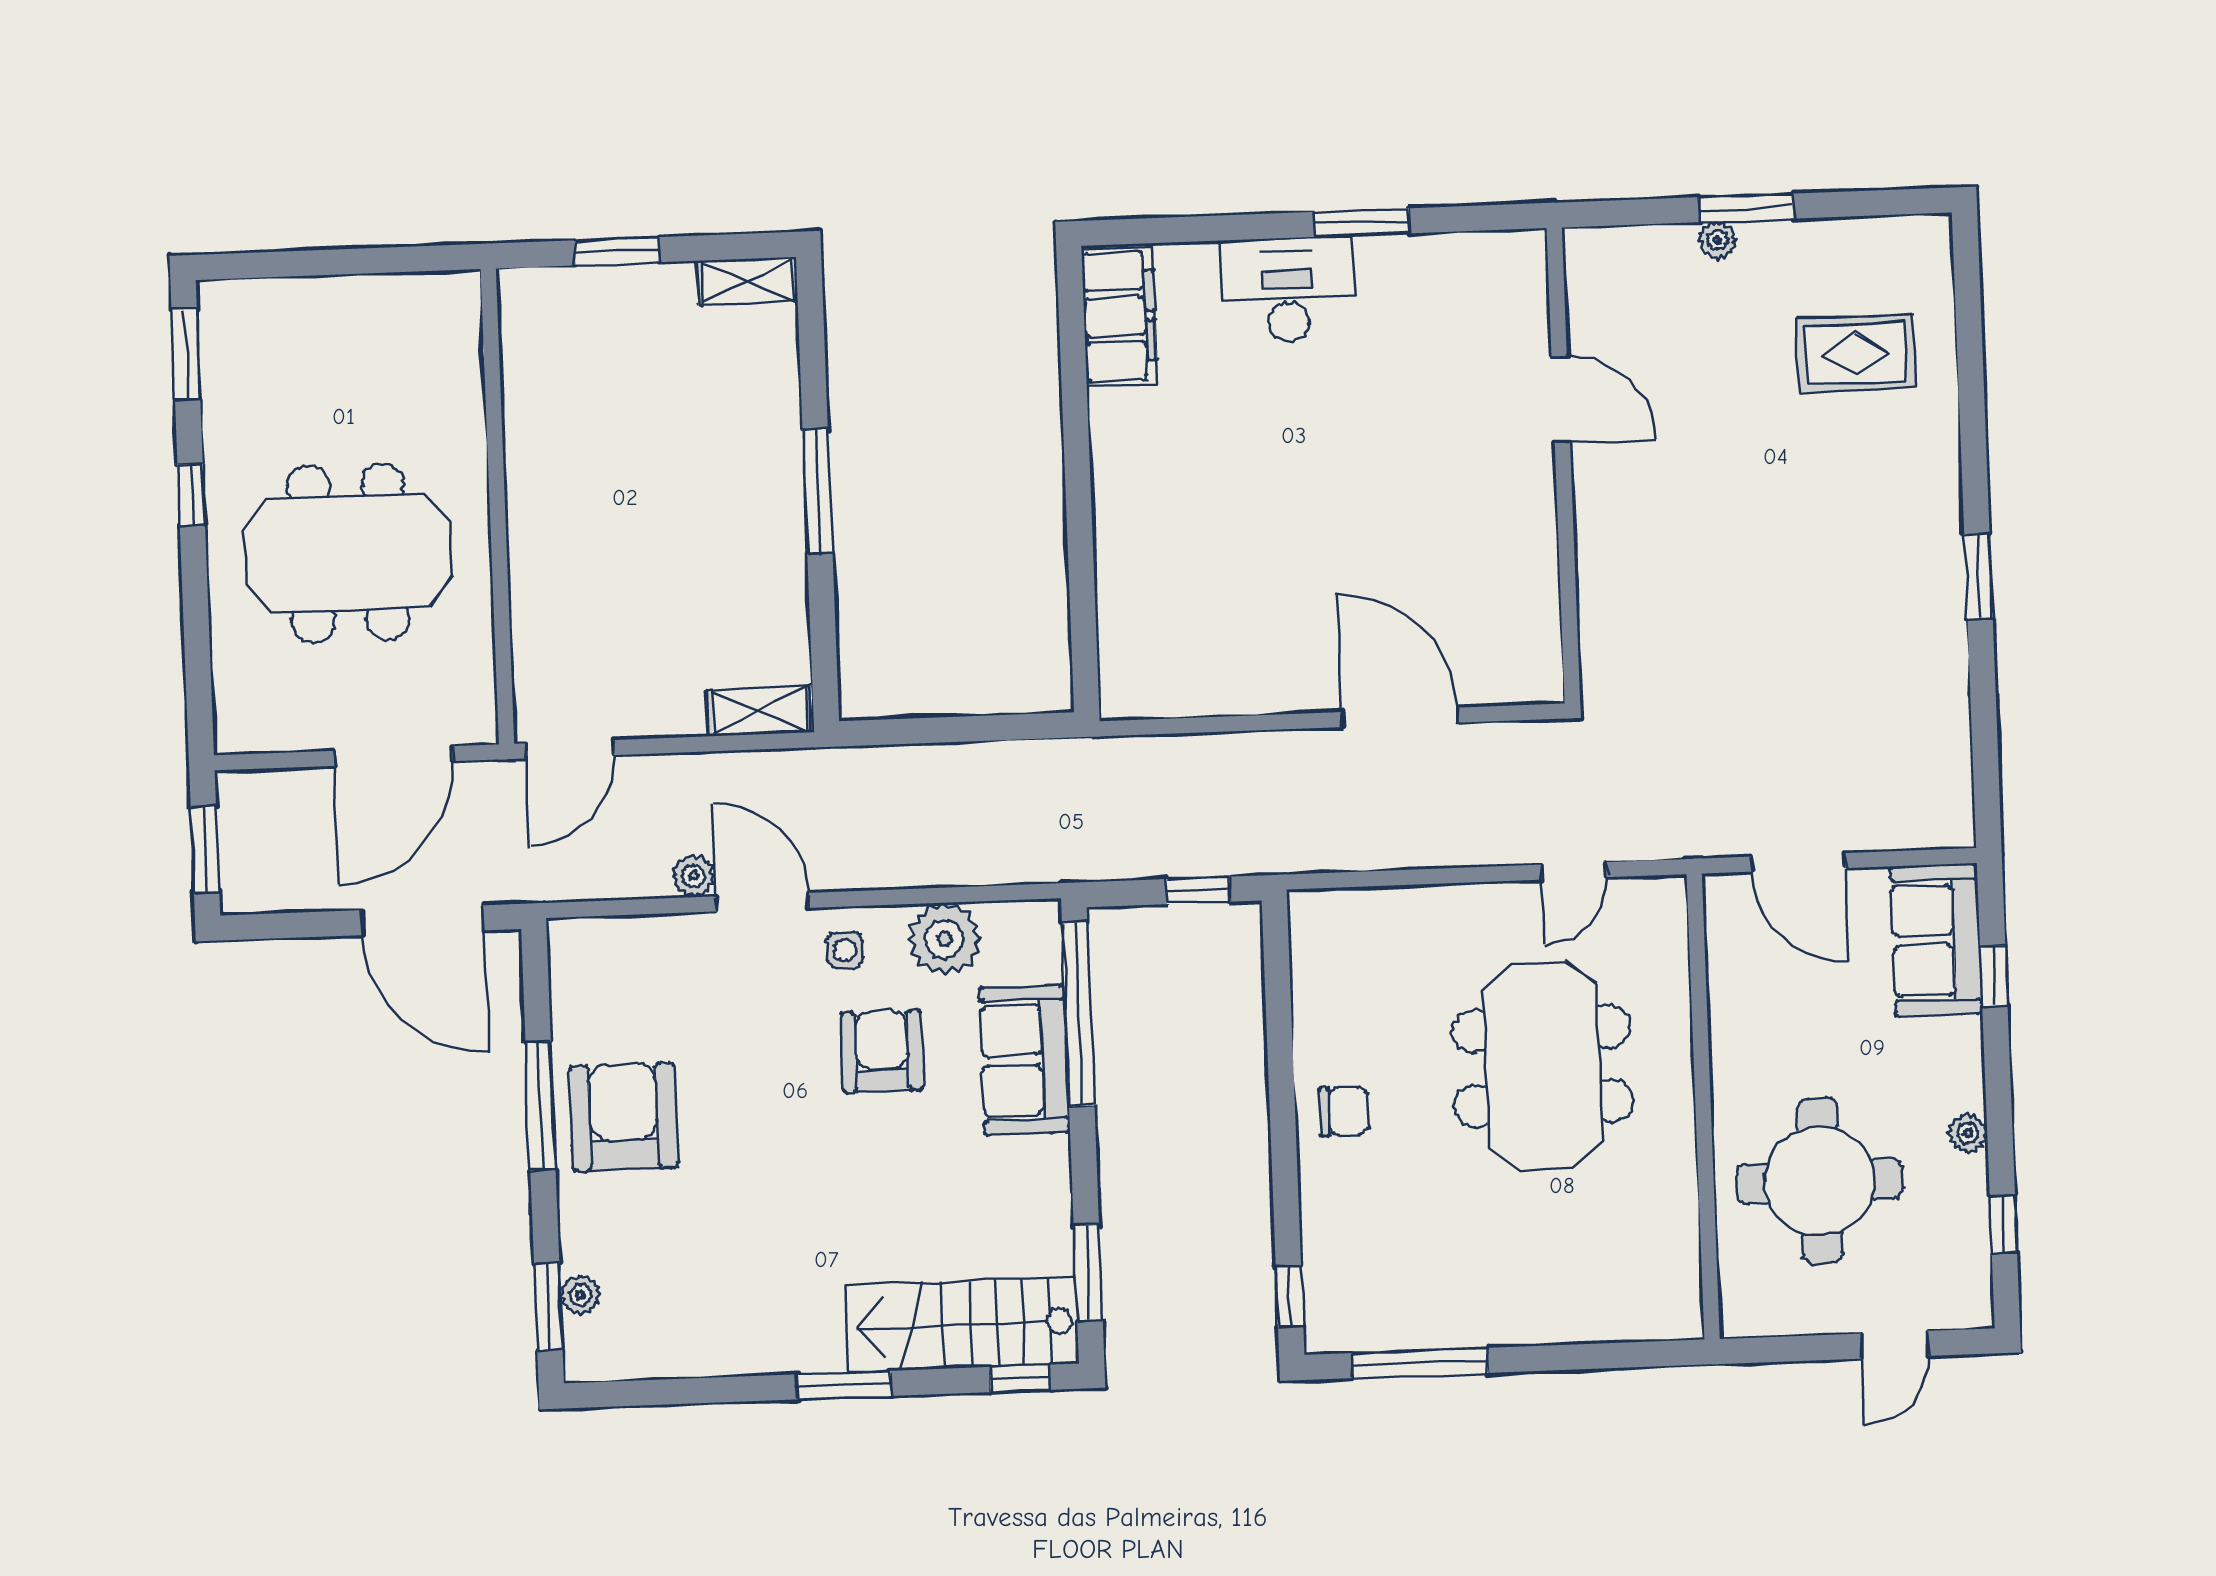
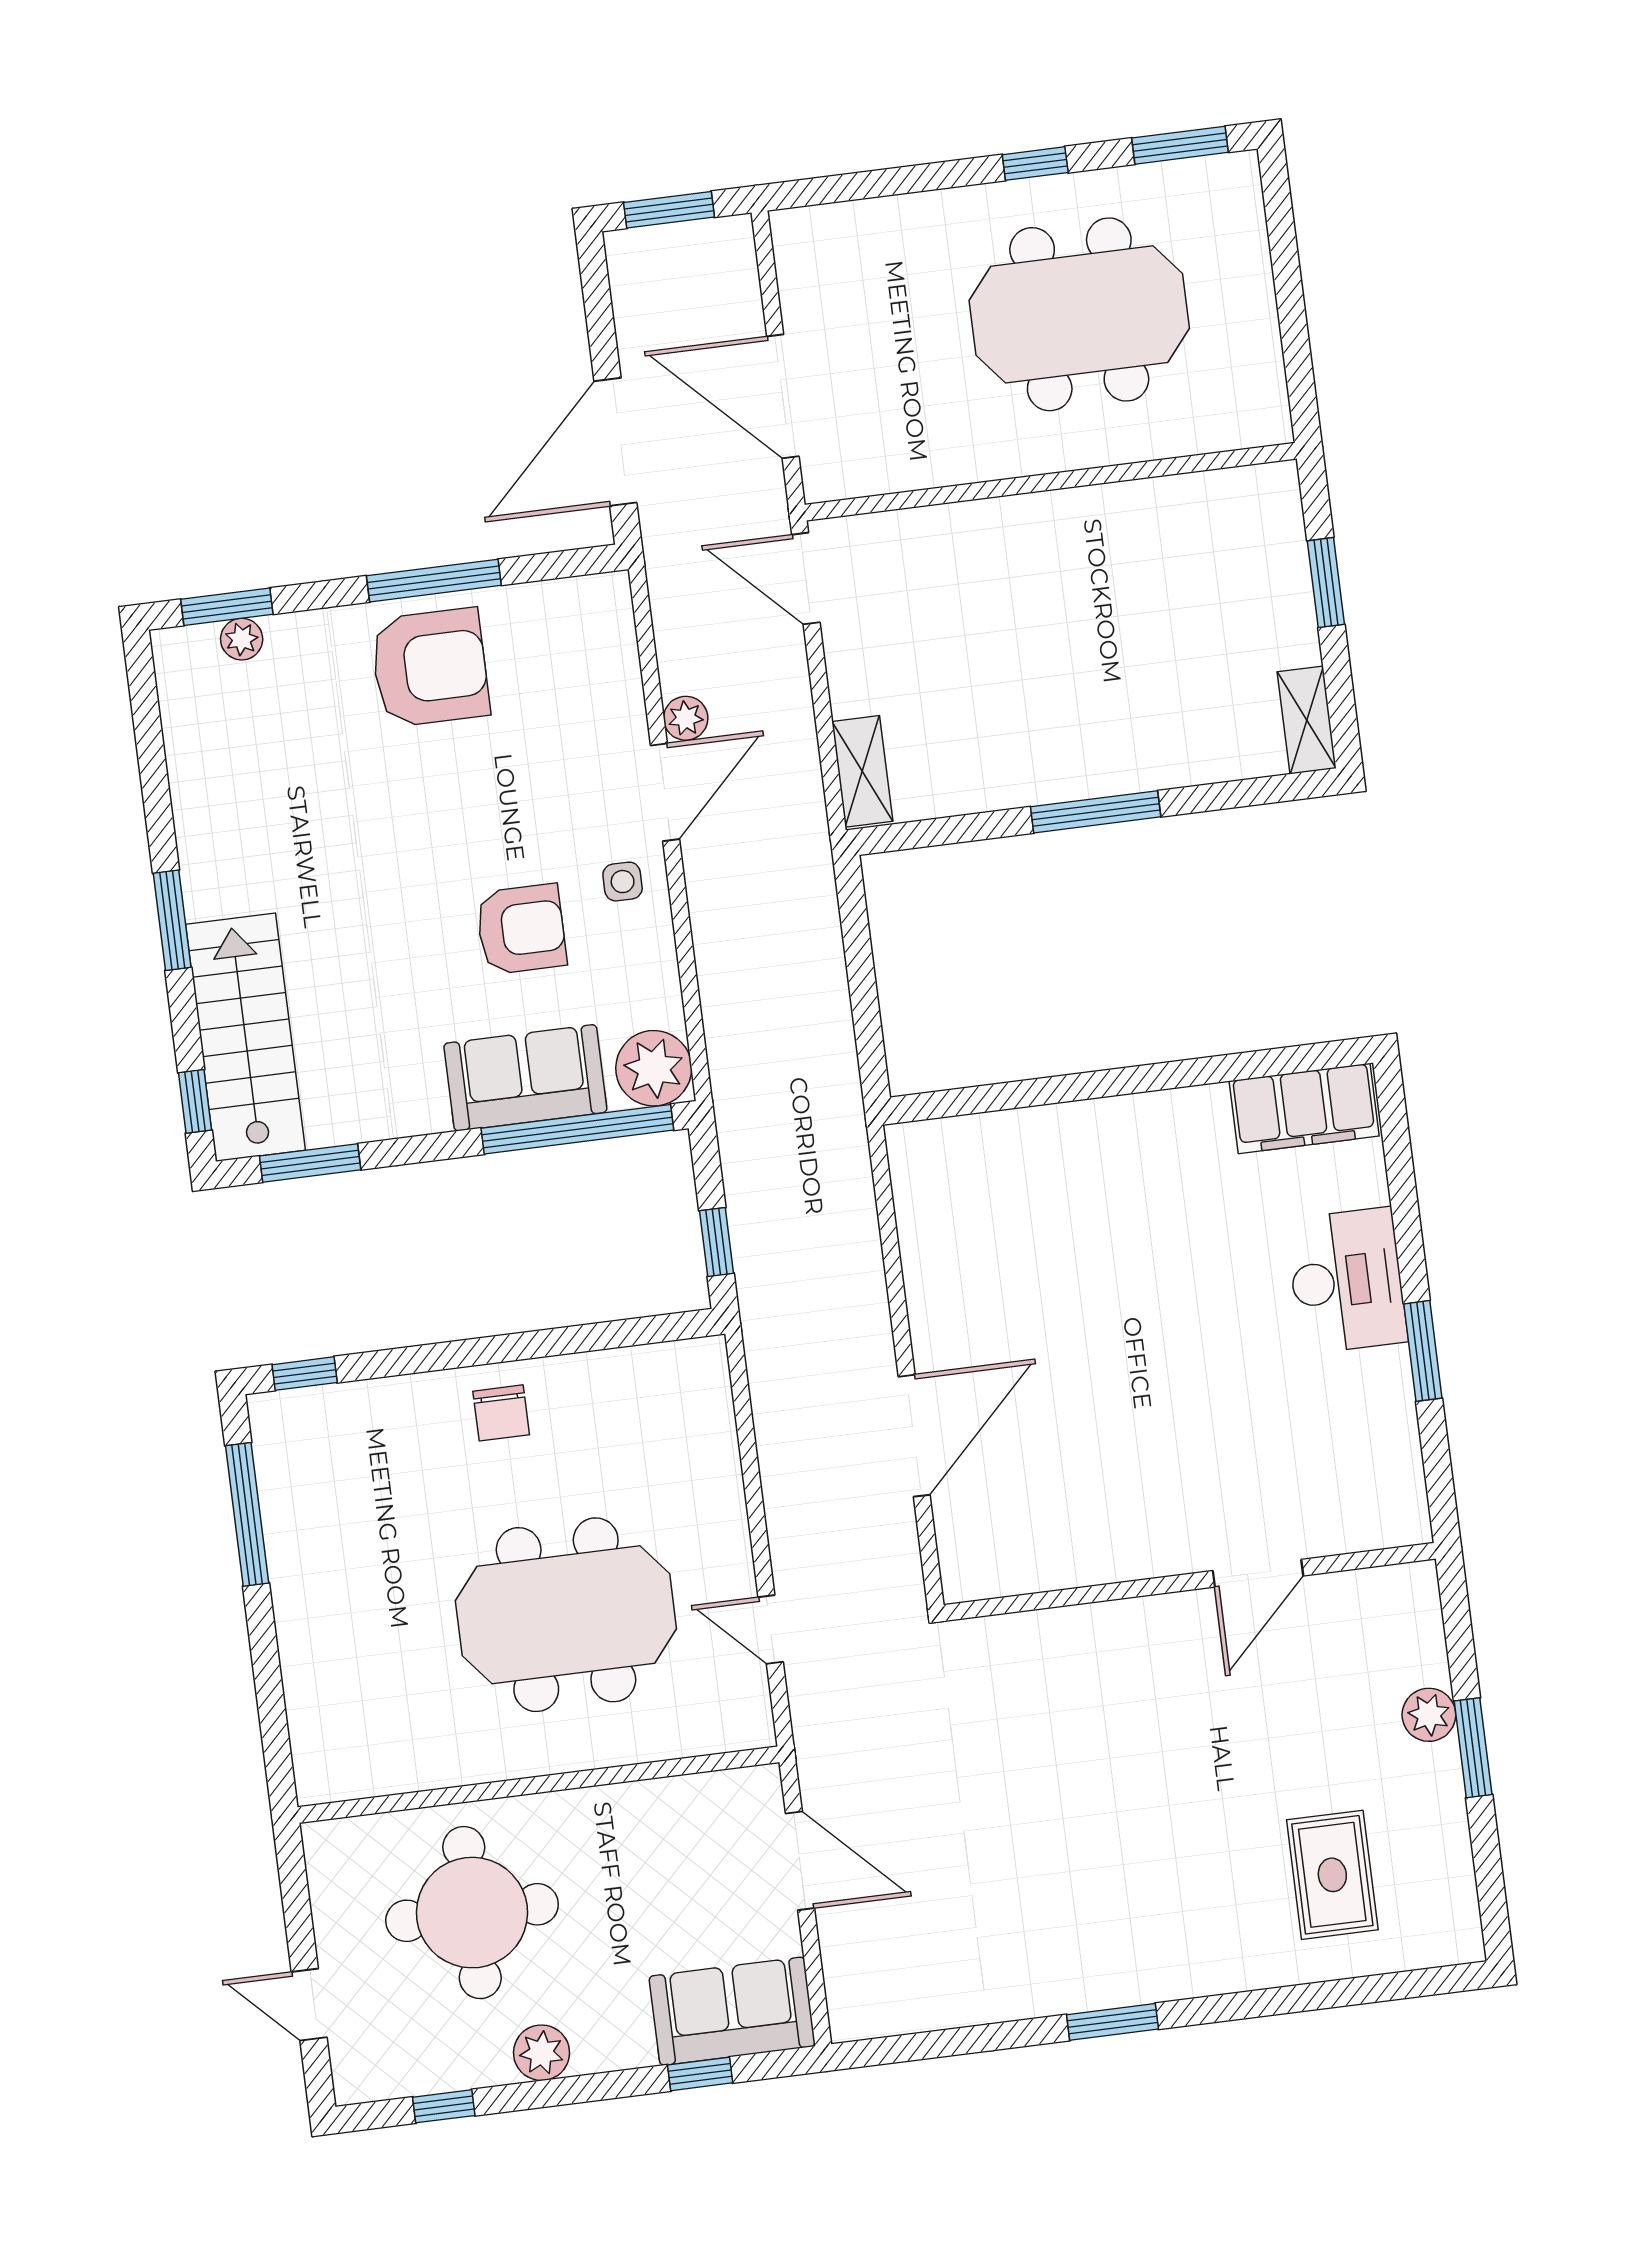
plant: (1718, 240) -> (1429, 1715), width x1.38, depth x1.38
meeting table: (348, 553) -> (1079, 314), moved, turned 90
door: (1798, 862) -> (800, 1861), swing flipped
plant: (944, 939) -> (654, 1068), moved
plant: (1968, 1133) -> (542, 2053), width x1.38, depth x1.38

